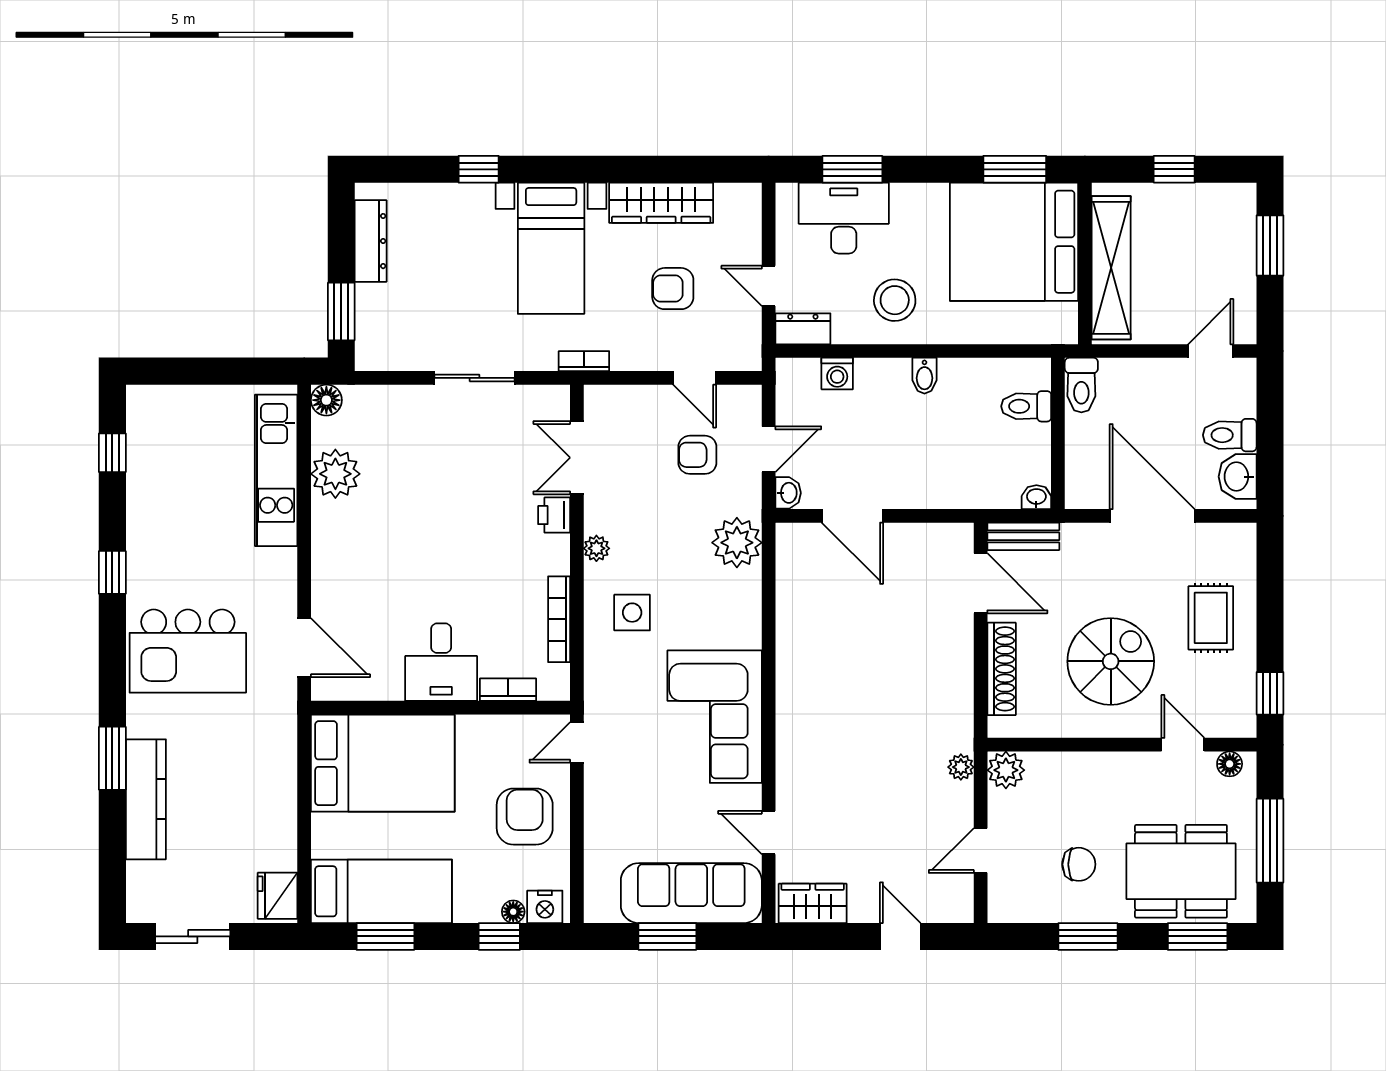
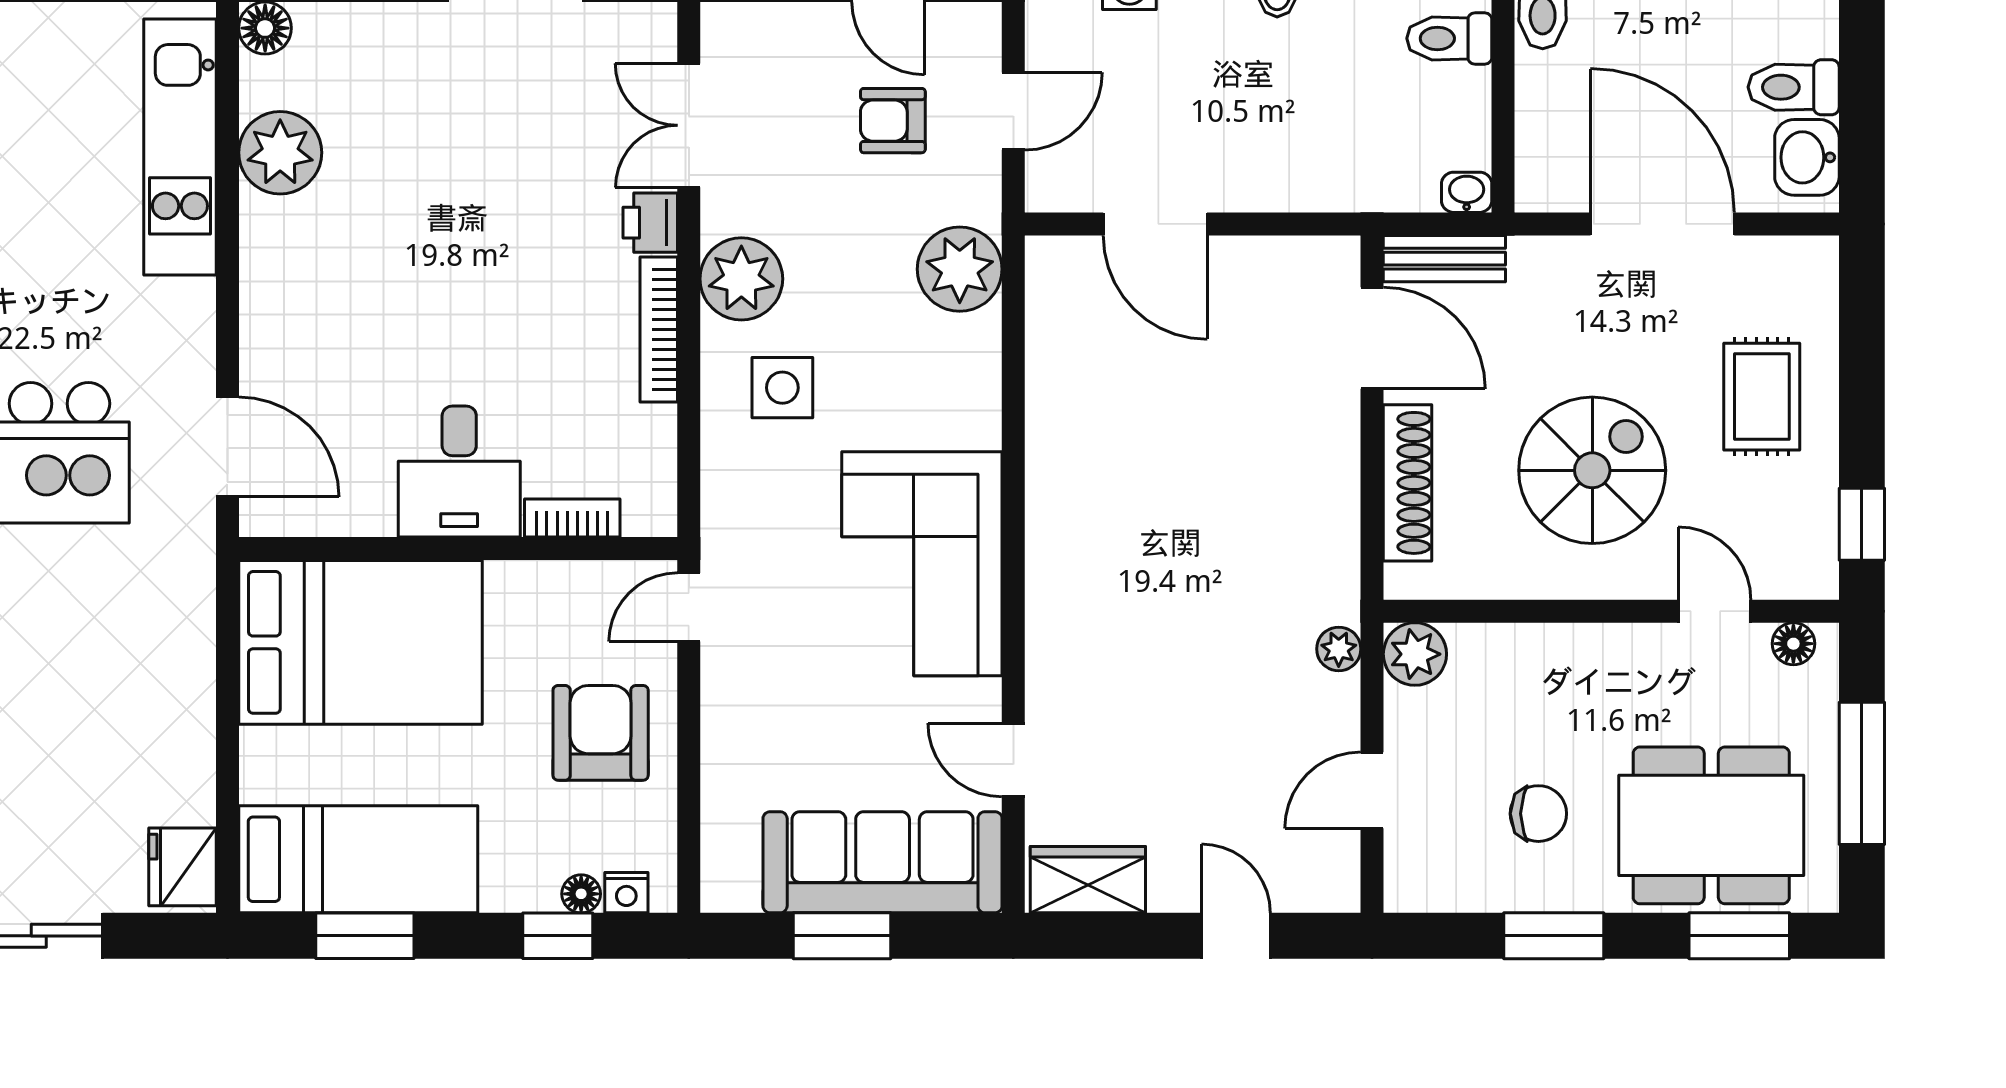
washbasin: (788, 493) -> (1046, 185), removed
plant: (596, 548) -> (741, 279), width x1.87, depth x1.87
bookcase: (559, 619) -> (659, 330), moved
nightstand: (545, 907) -> (626, 893), width x0.72, depth x0.74

